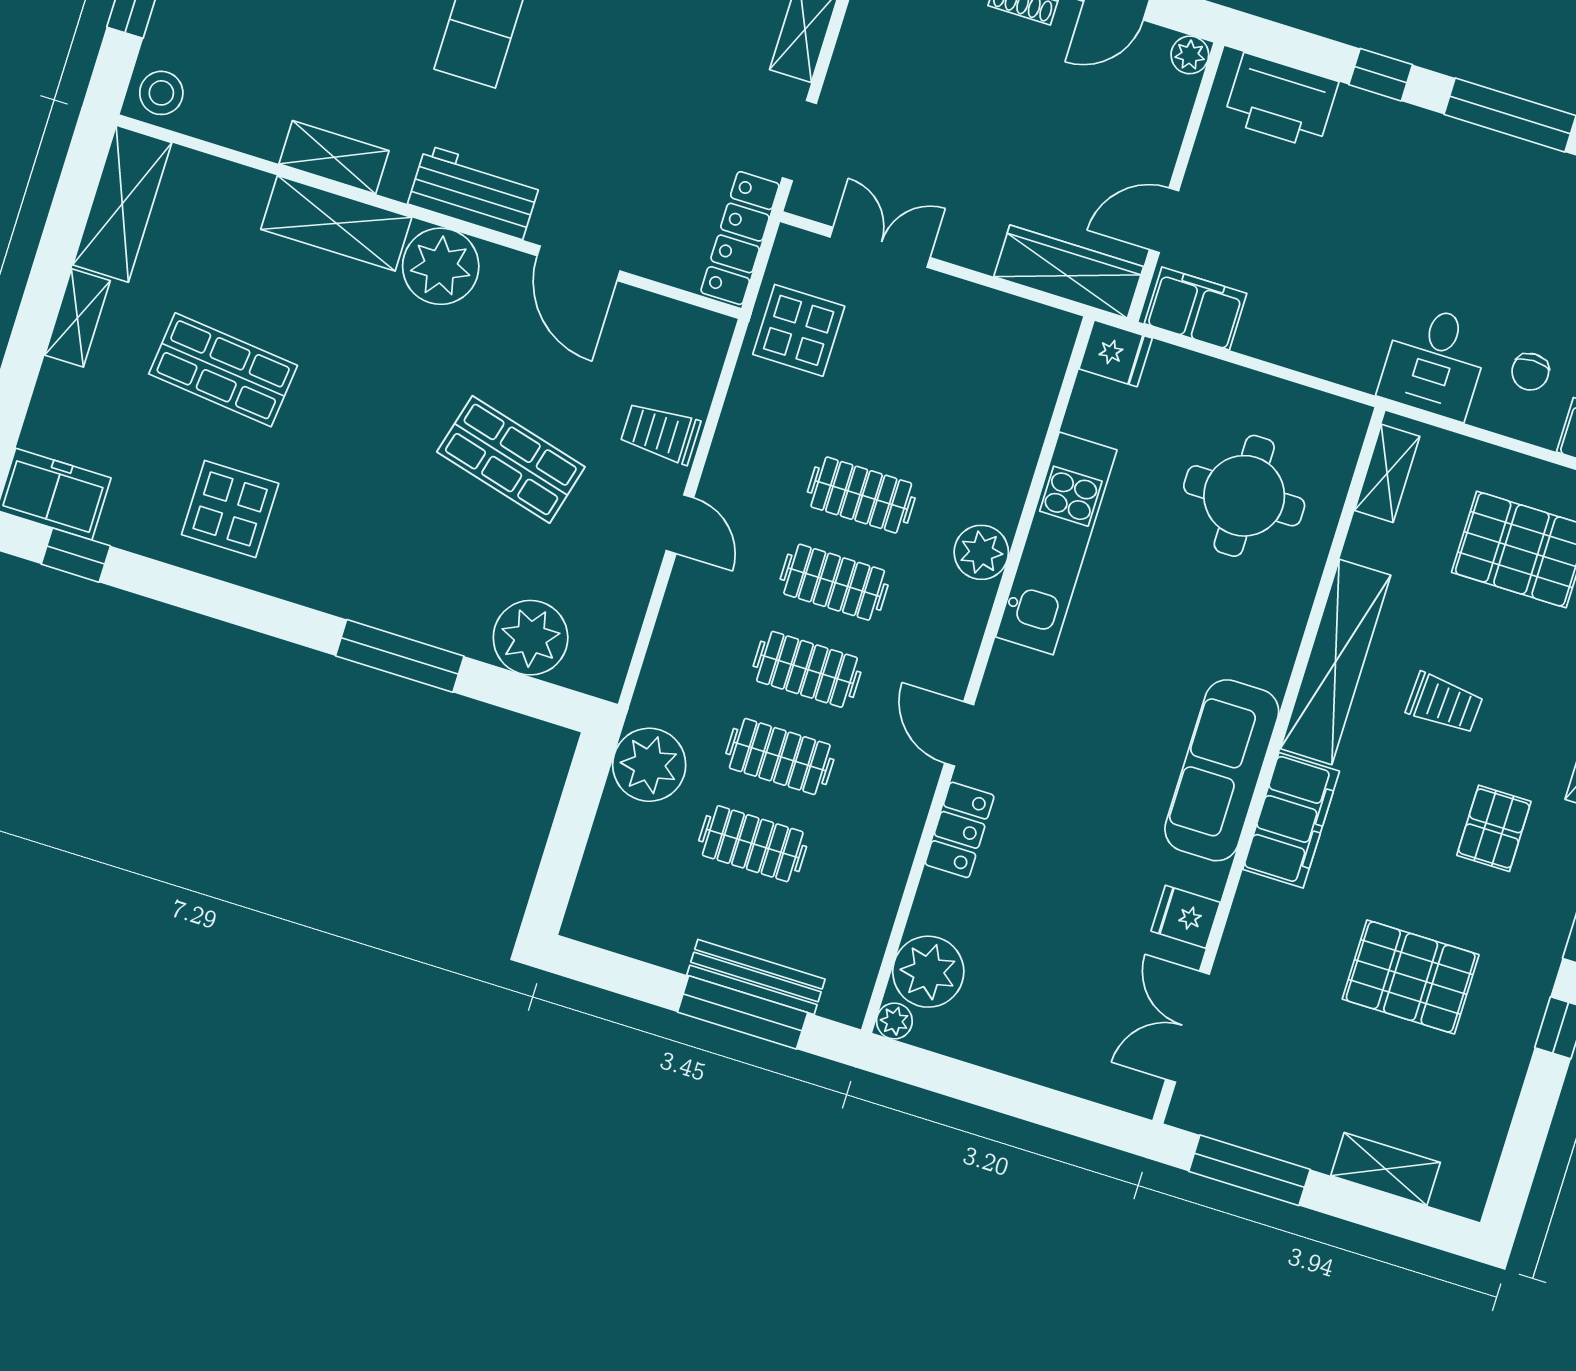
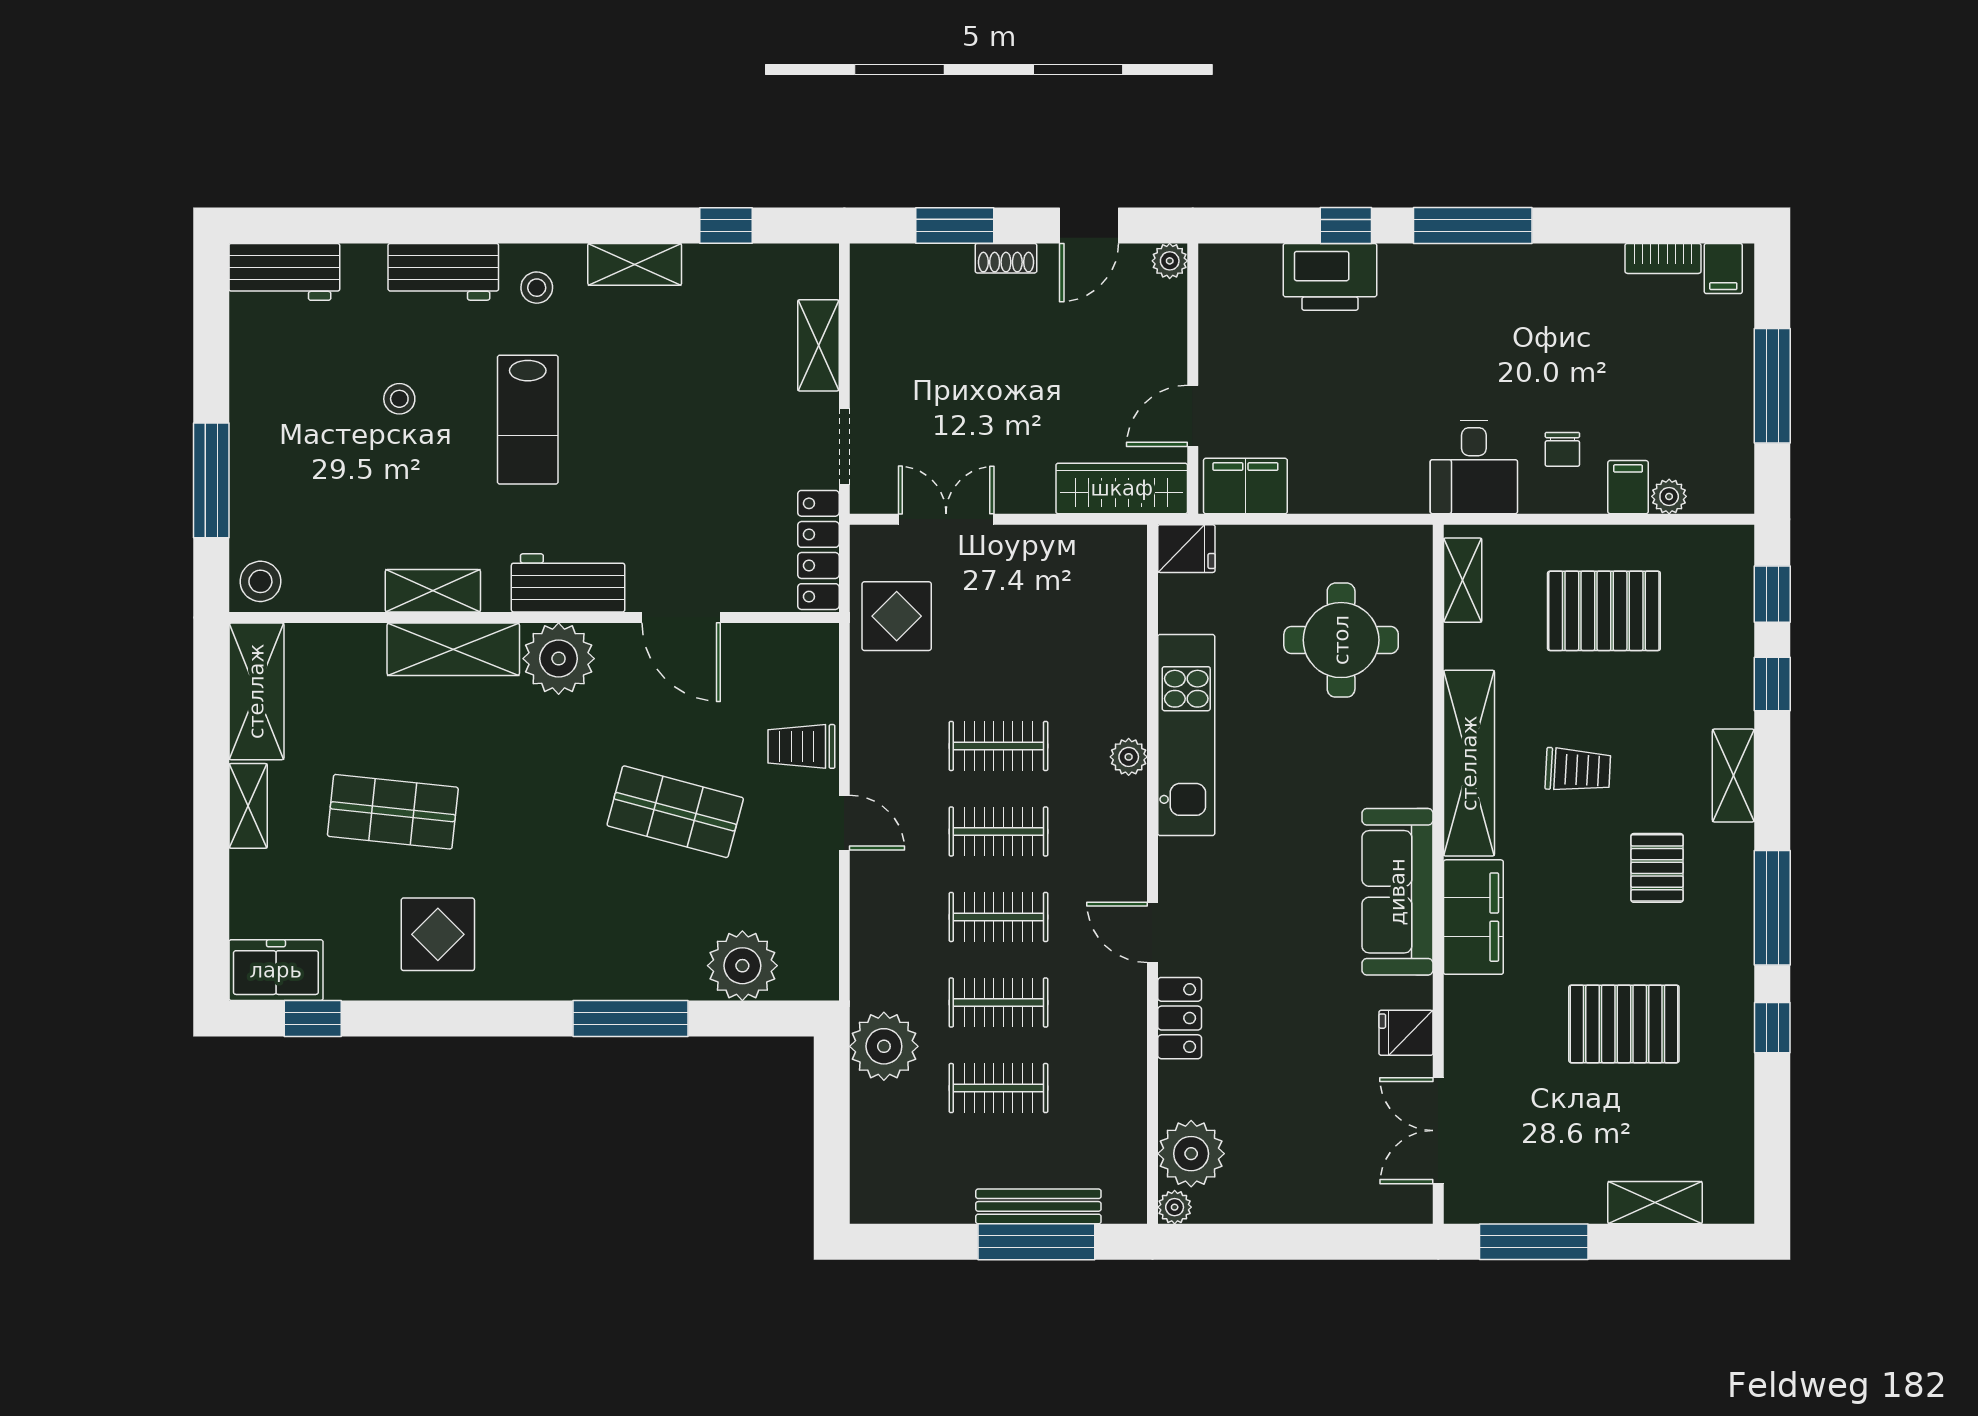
printer: (1281, 101) -> (1330, 277), moved
plant: (981, 552) -> (1129, 757), width x0.73, depth x0.73

